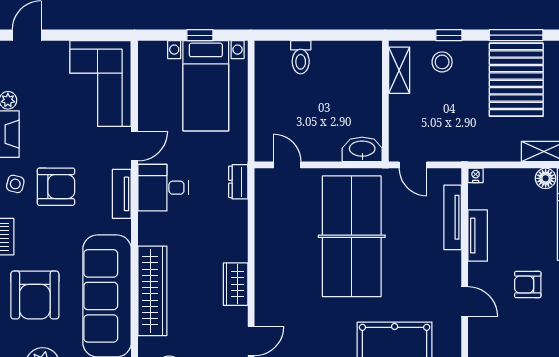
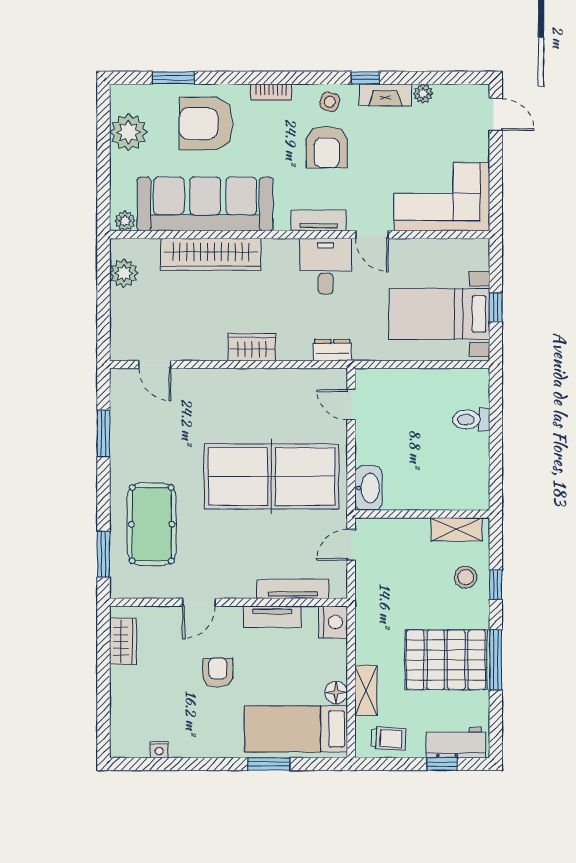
door: (287, 165) -> (351, 405), swing flipped
nightstand: (476, 175) -> (333, 622), width x1.89, depth x1.79
wardrobe: (236, 284) -> (252, 347), moved

